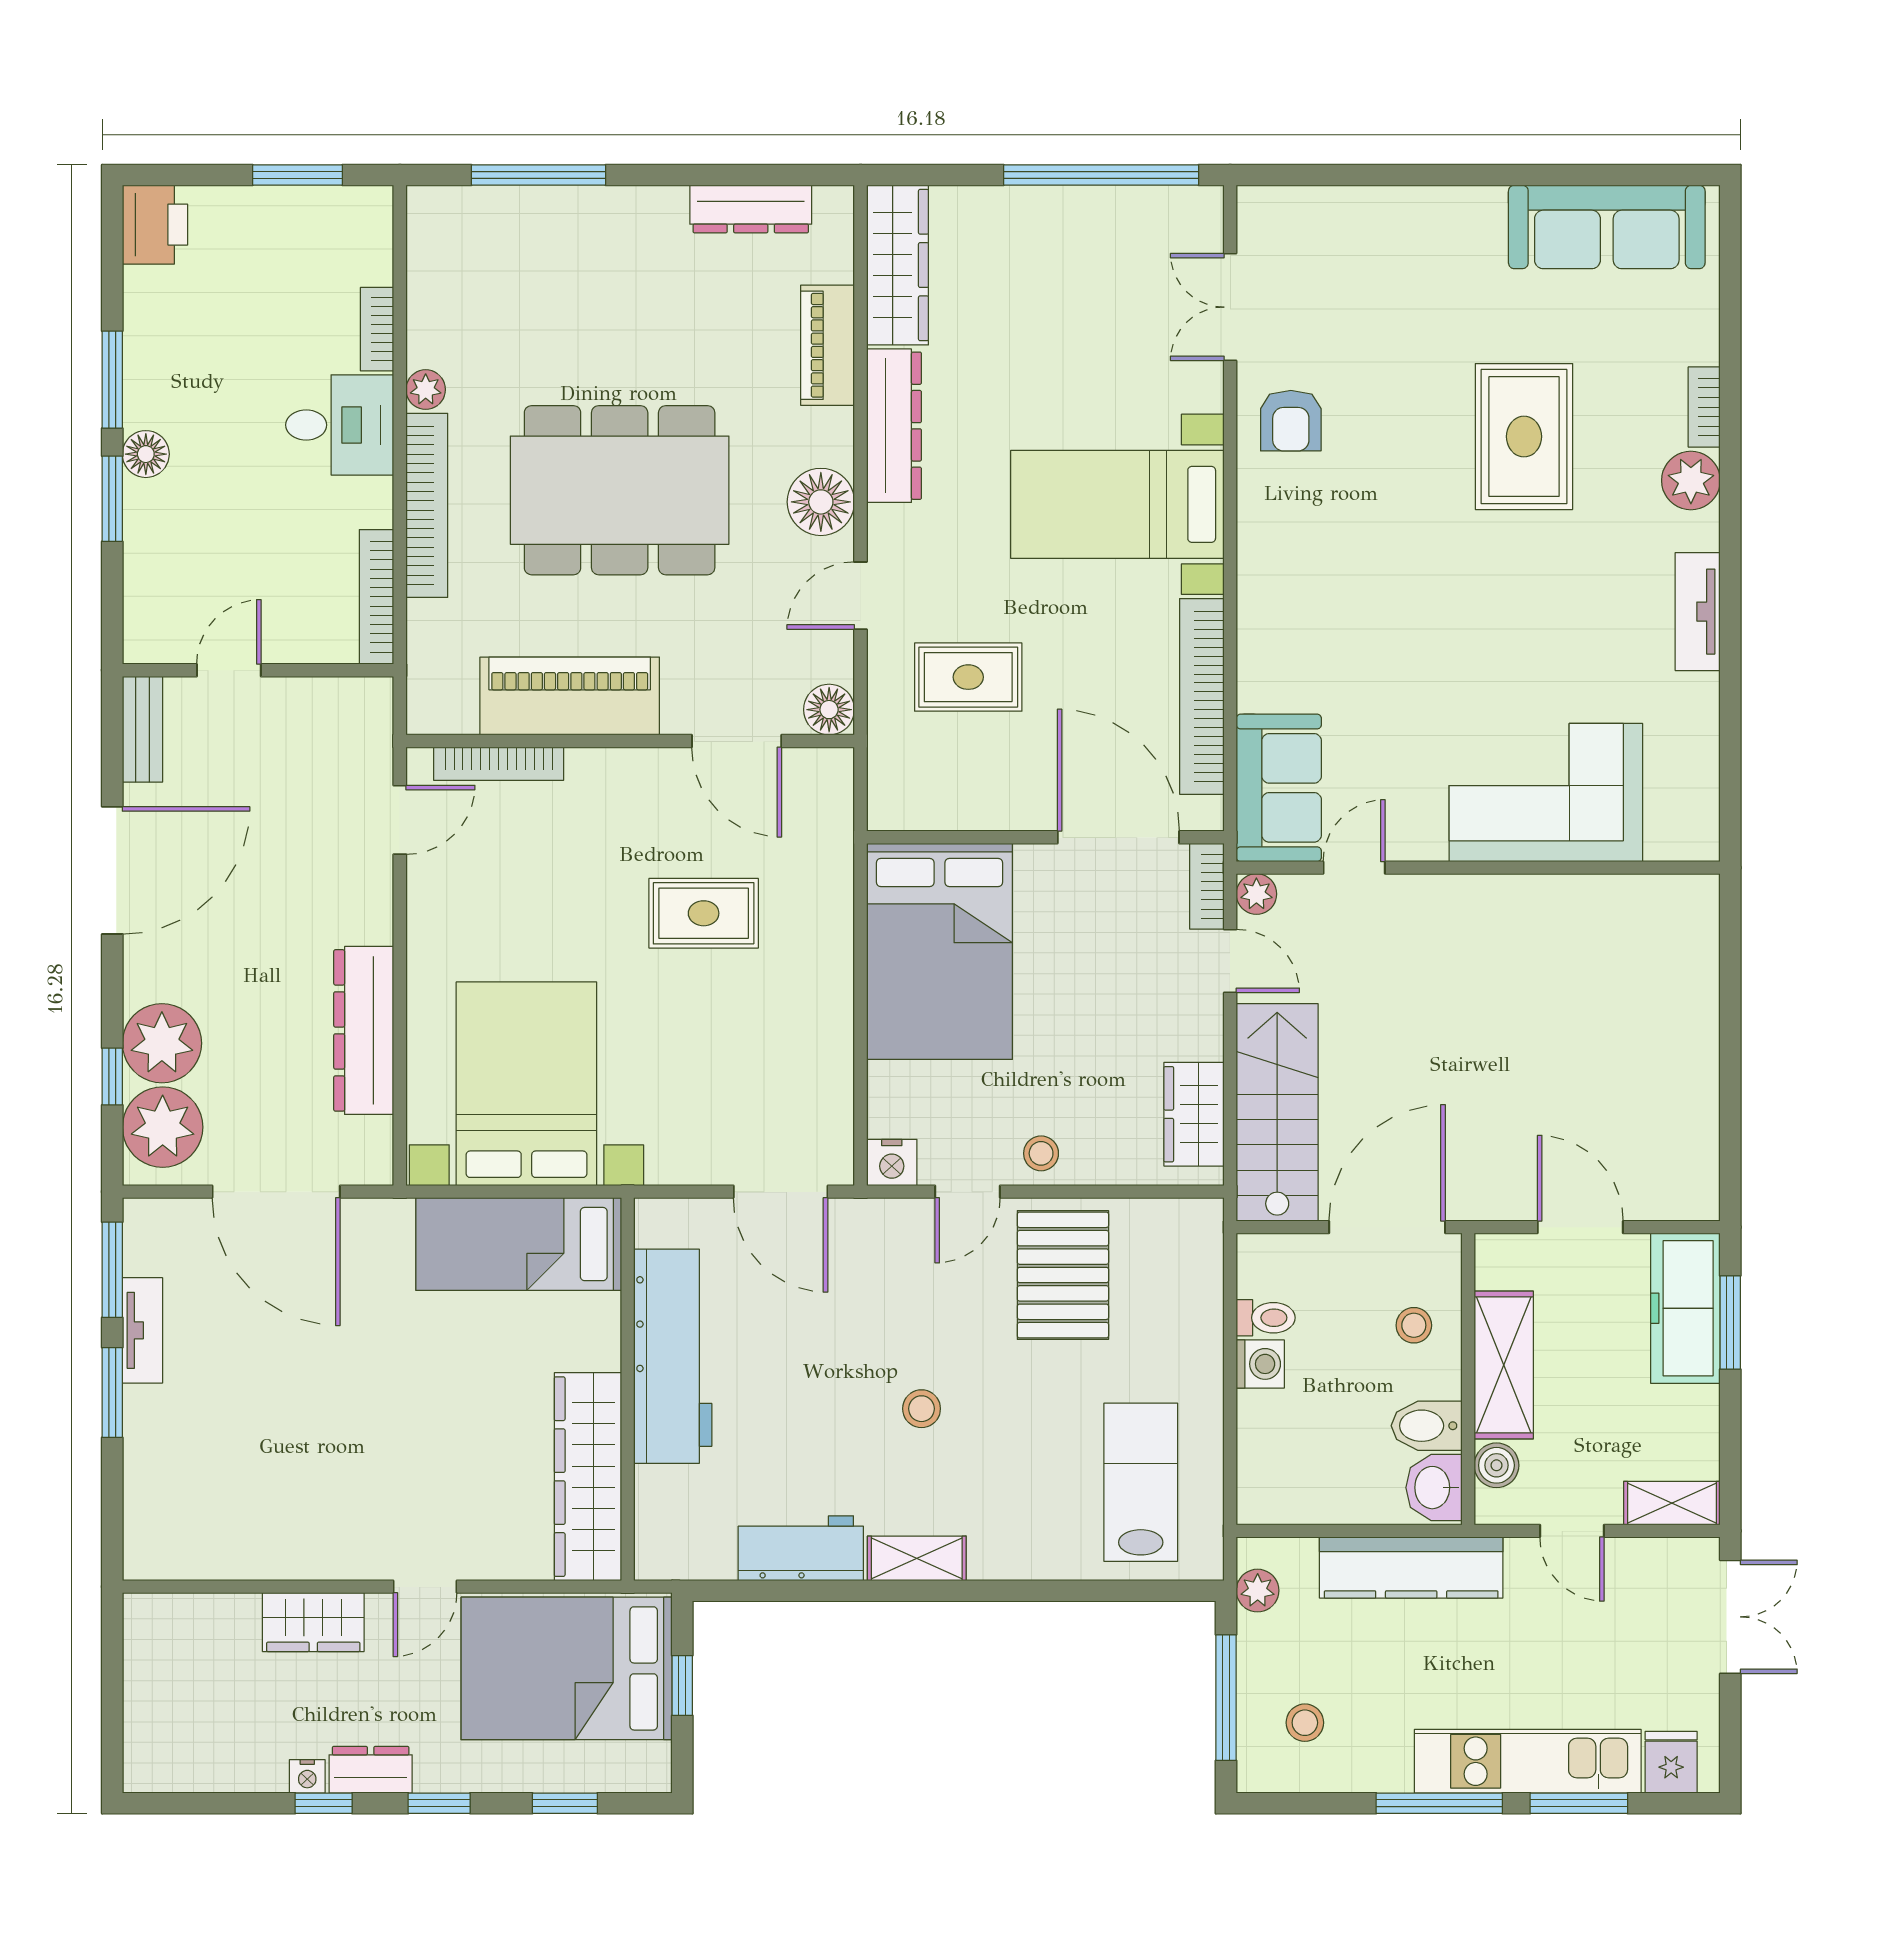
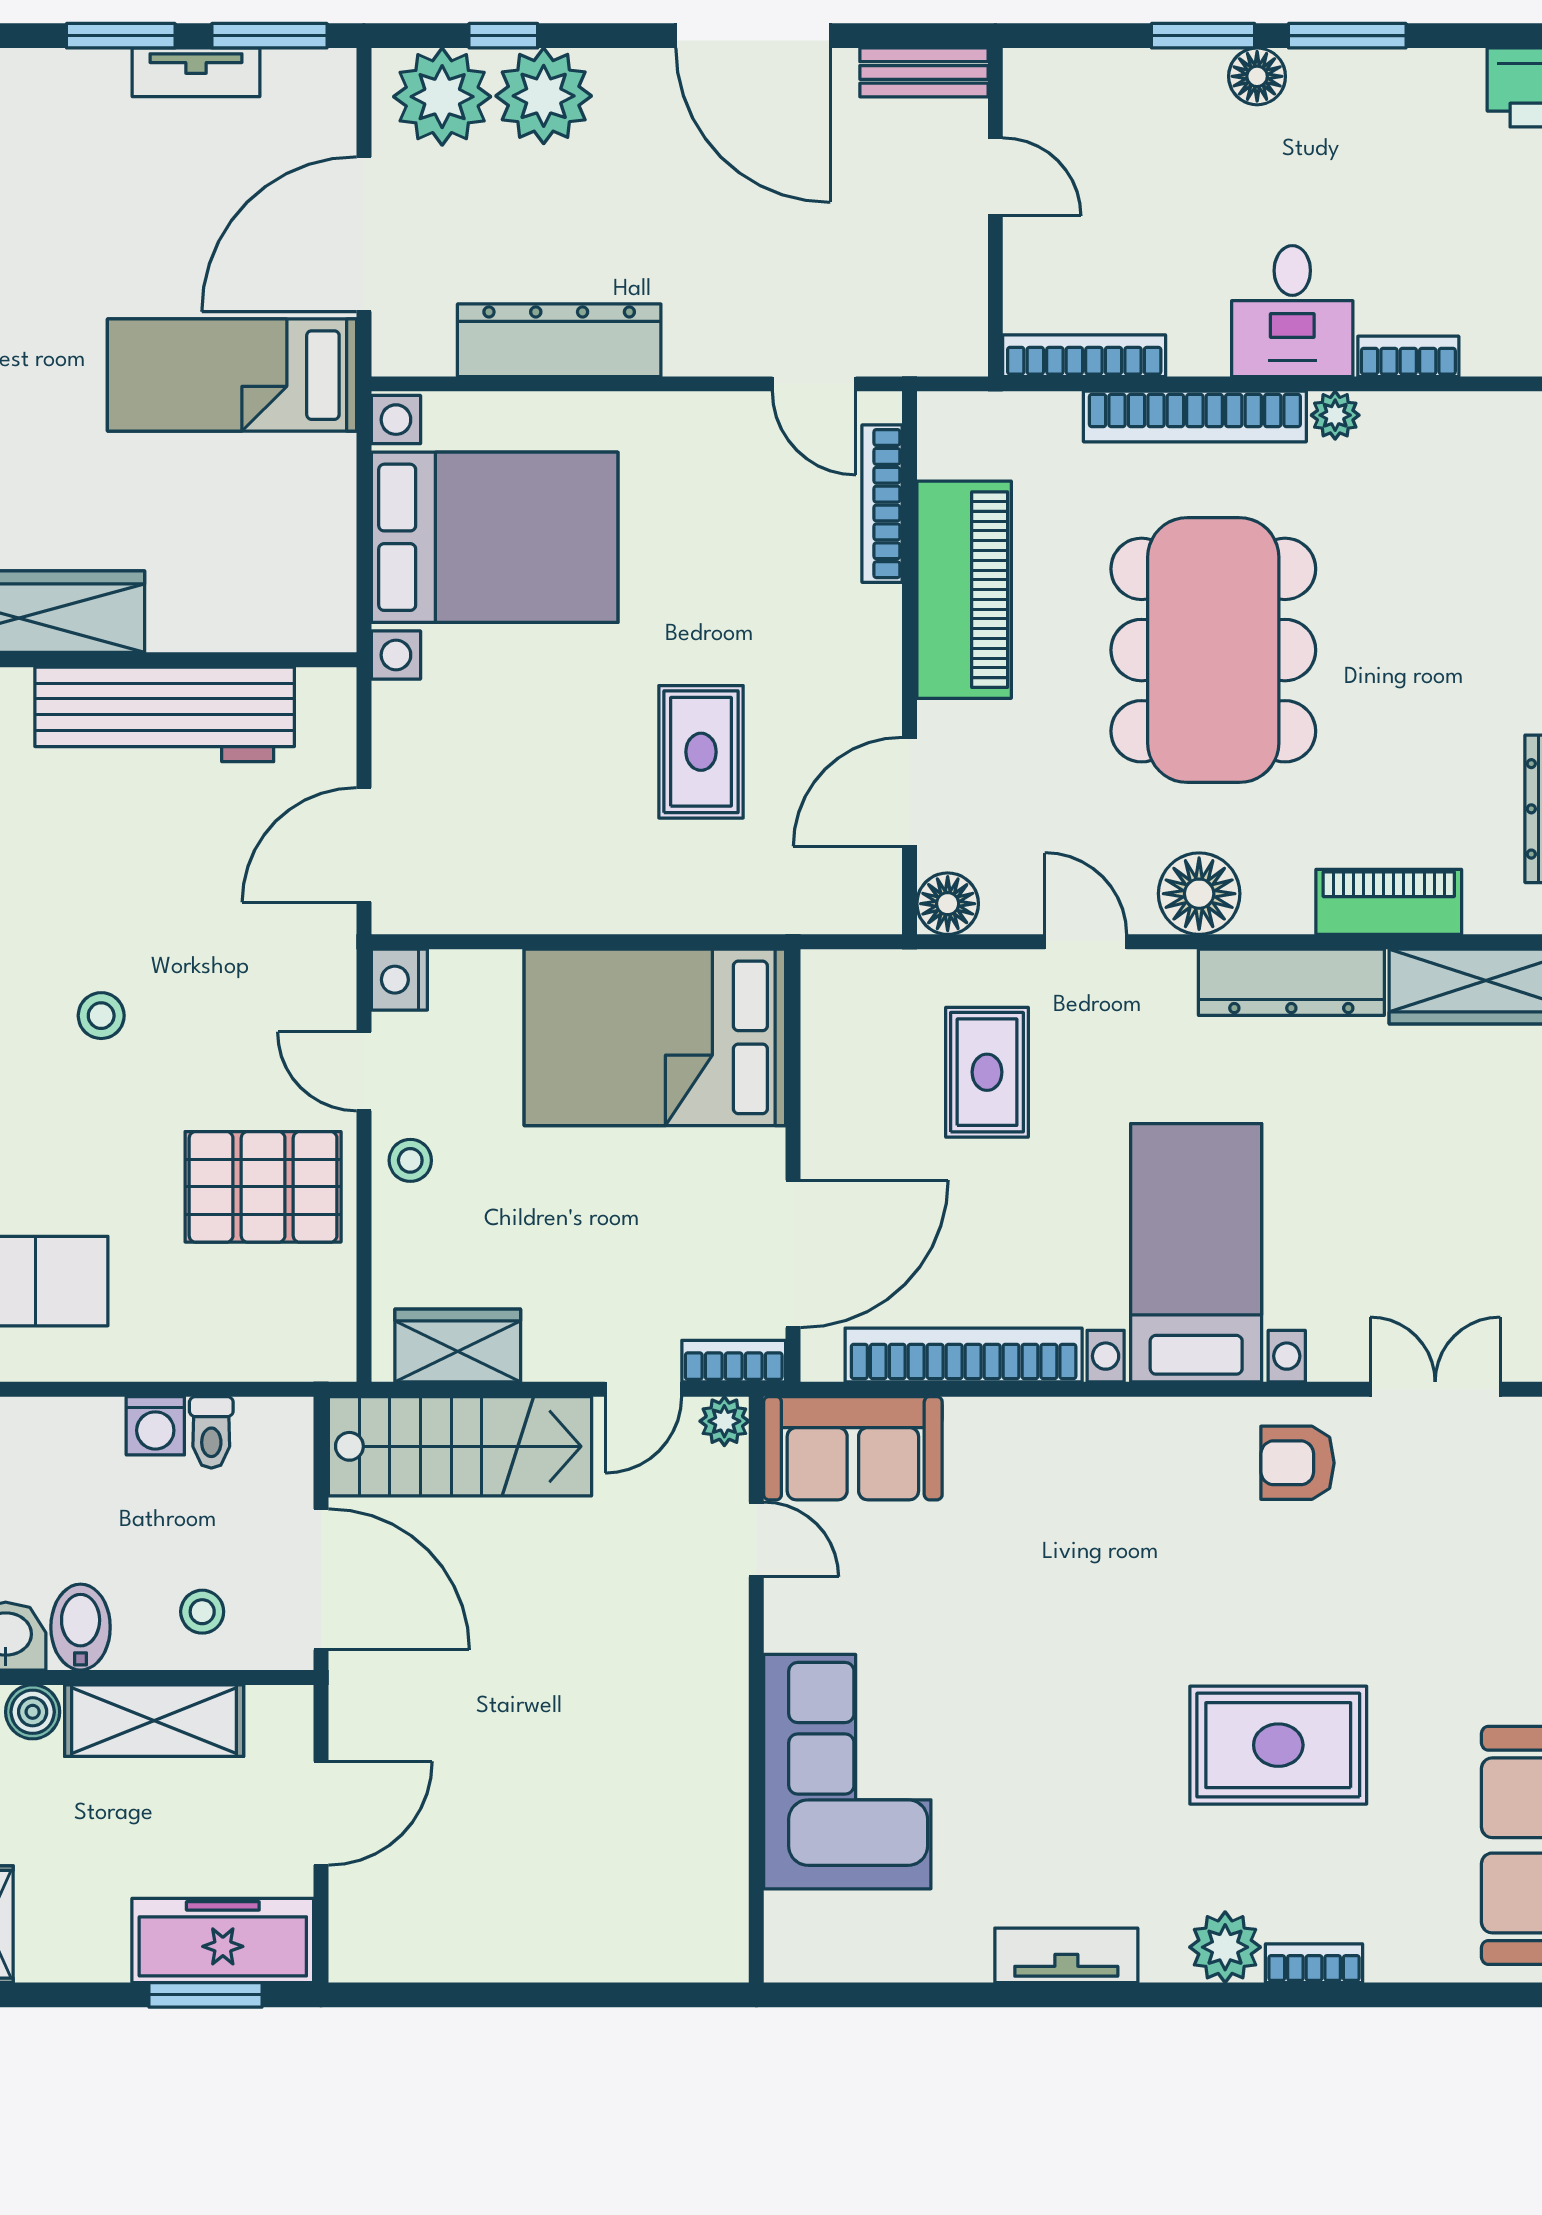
bed: (519, 1244) -> (232, 375), moved, turned -90

